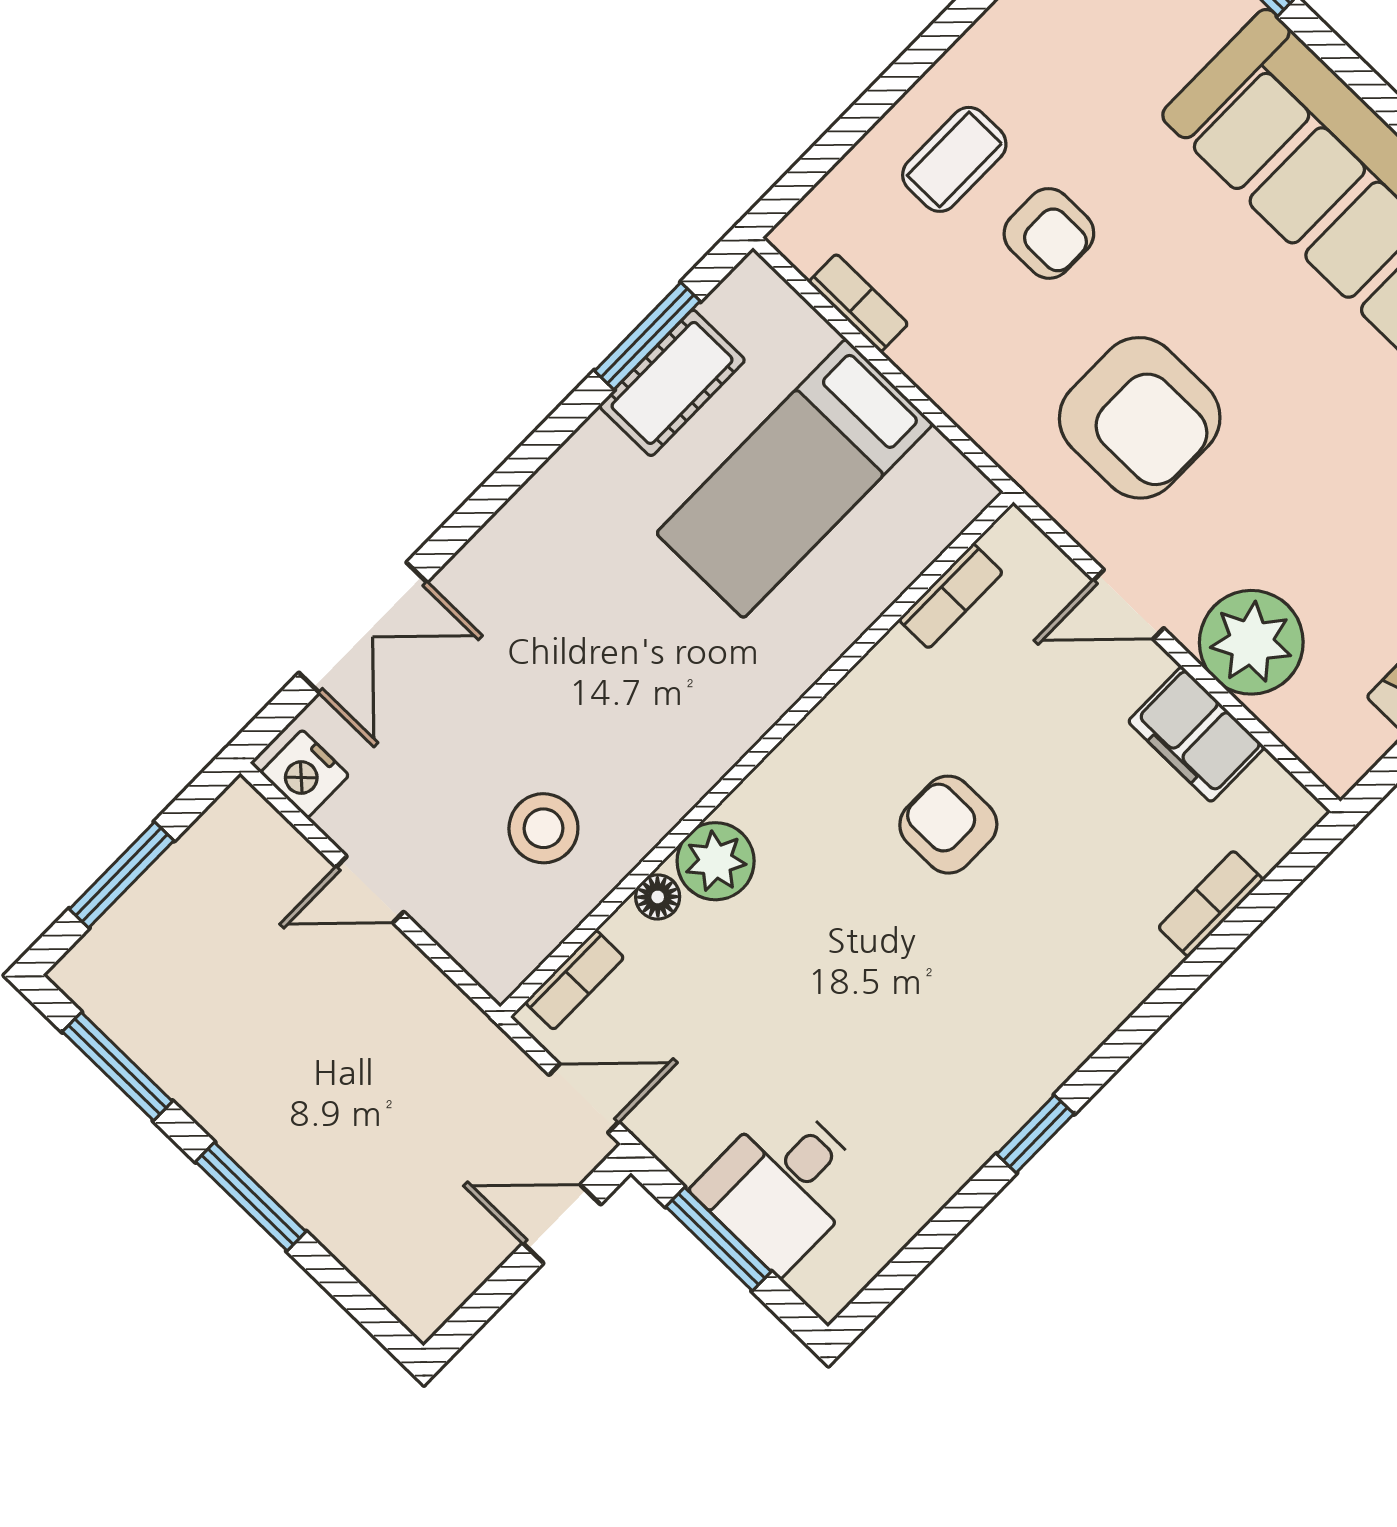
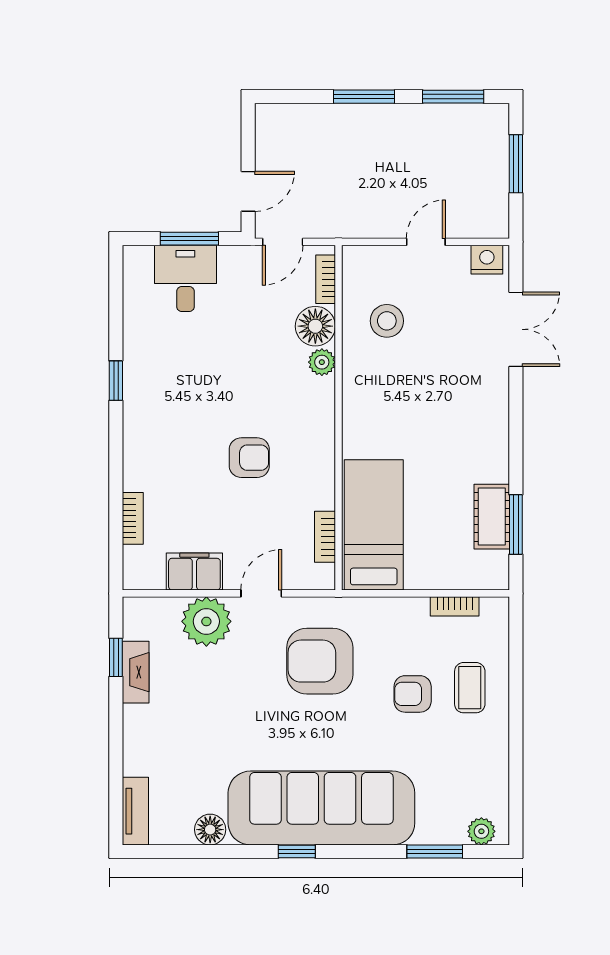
bed: (795, 478) -> (374, 525), moved
double door: (363, 628) -> (516, 329), swing flipped
plant: (716, 861) -> (322, 362), width x0.73, depth x0.73
floor lamp: (658, 897) -> (315, 326), width x1.89, depth x1.89

